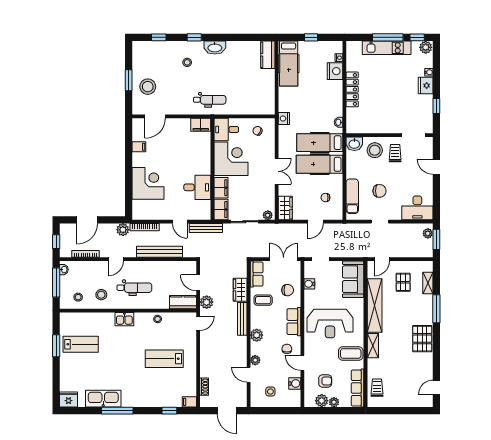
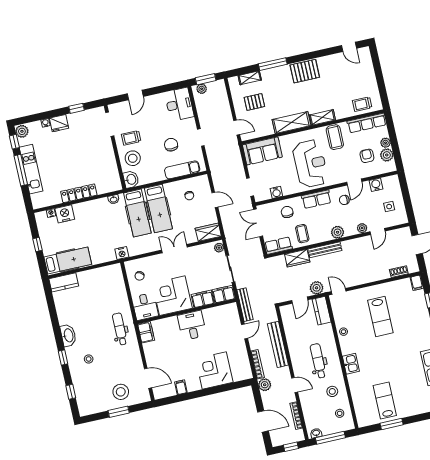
desk: (197, 187) -> (192, 325), moved
shelving: (375, 306) -> (291, 123), width x0.68

